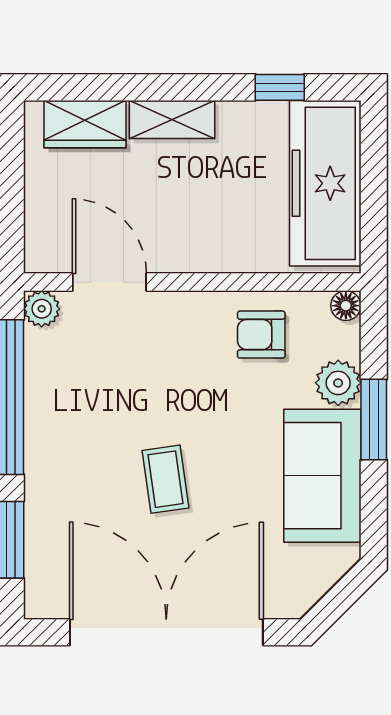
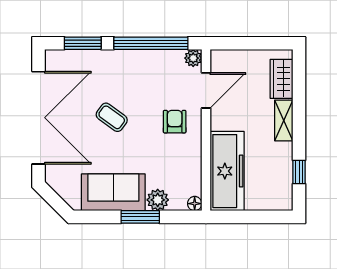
freezer: (325, 183) -> (227, 171), moved, turned 90
armchair: (261, 335) -> (175, 122), moved
coffee table: (165, 479) -> (112, 117), turned 44

